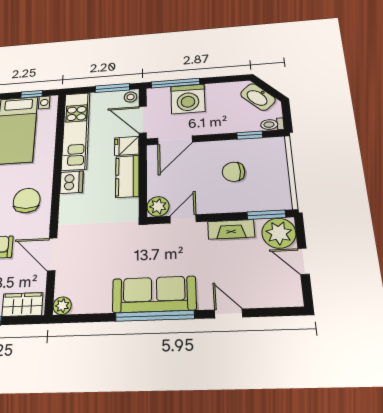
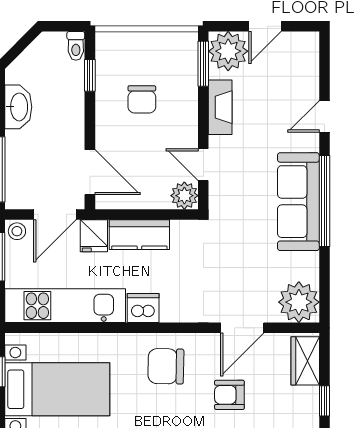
washbasin: (258, 97) -> (18, 107), moved, turned -45
washing machine: (188, 99) -> (27, 153), removed
plant: (62, 306) -> (299, 302), width x1.87, depth x1.87

